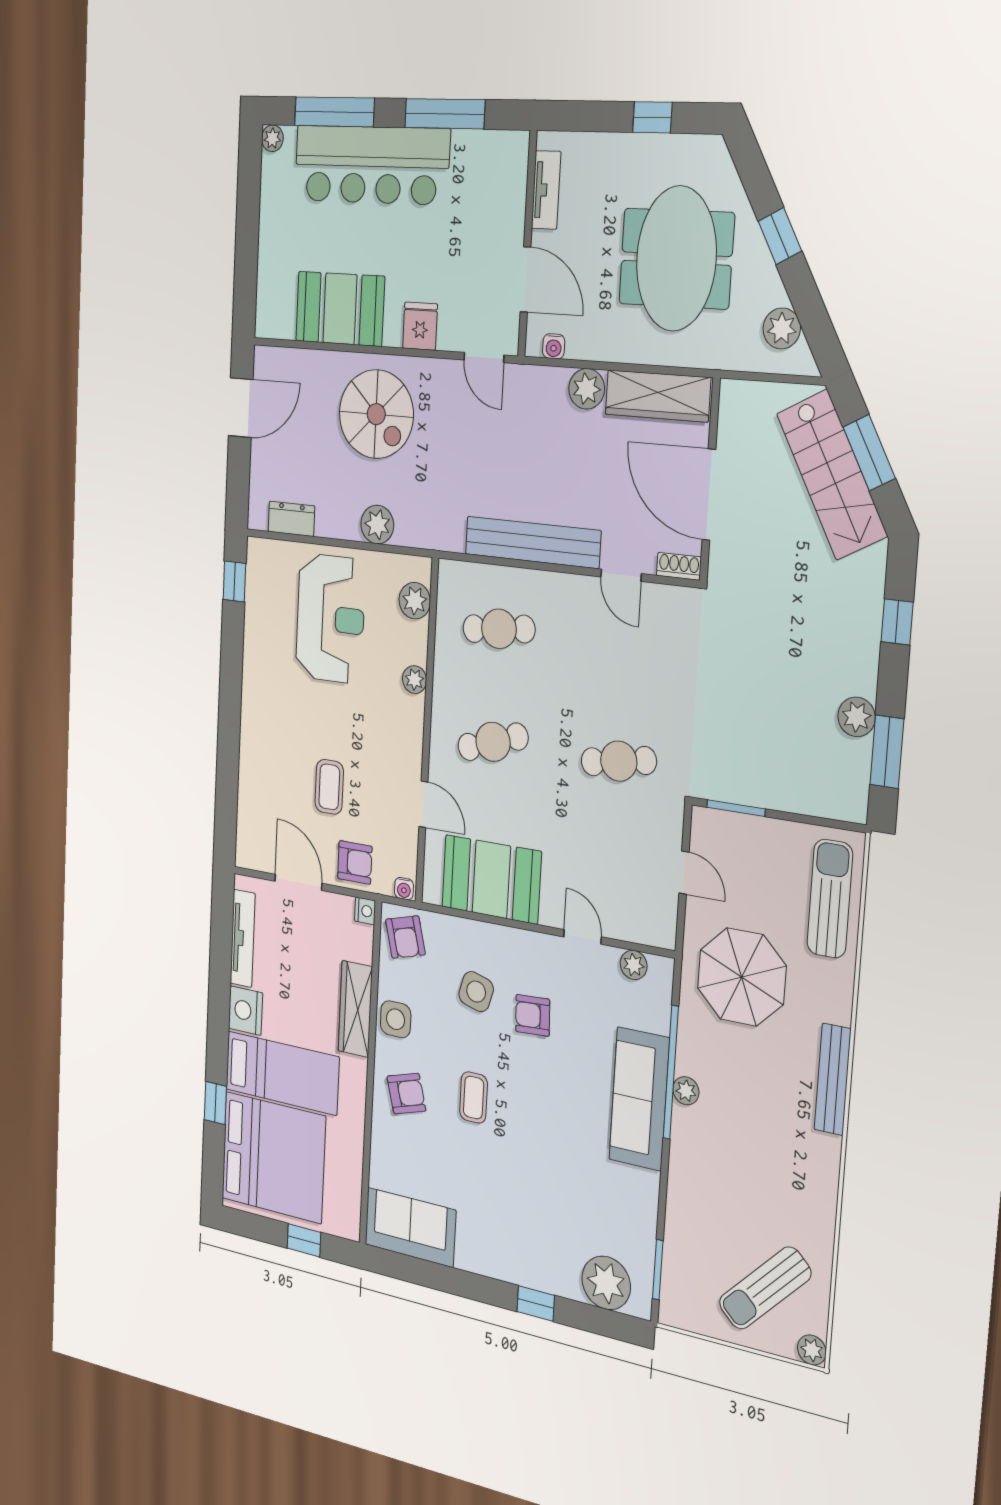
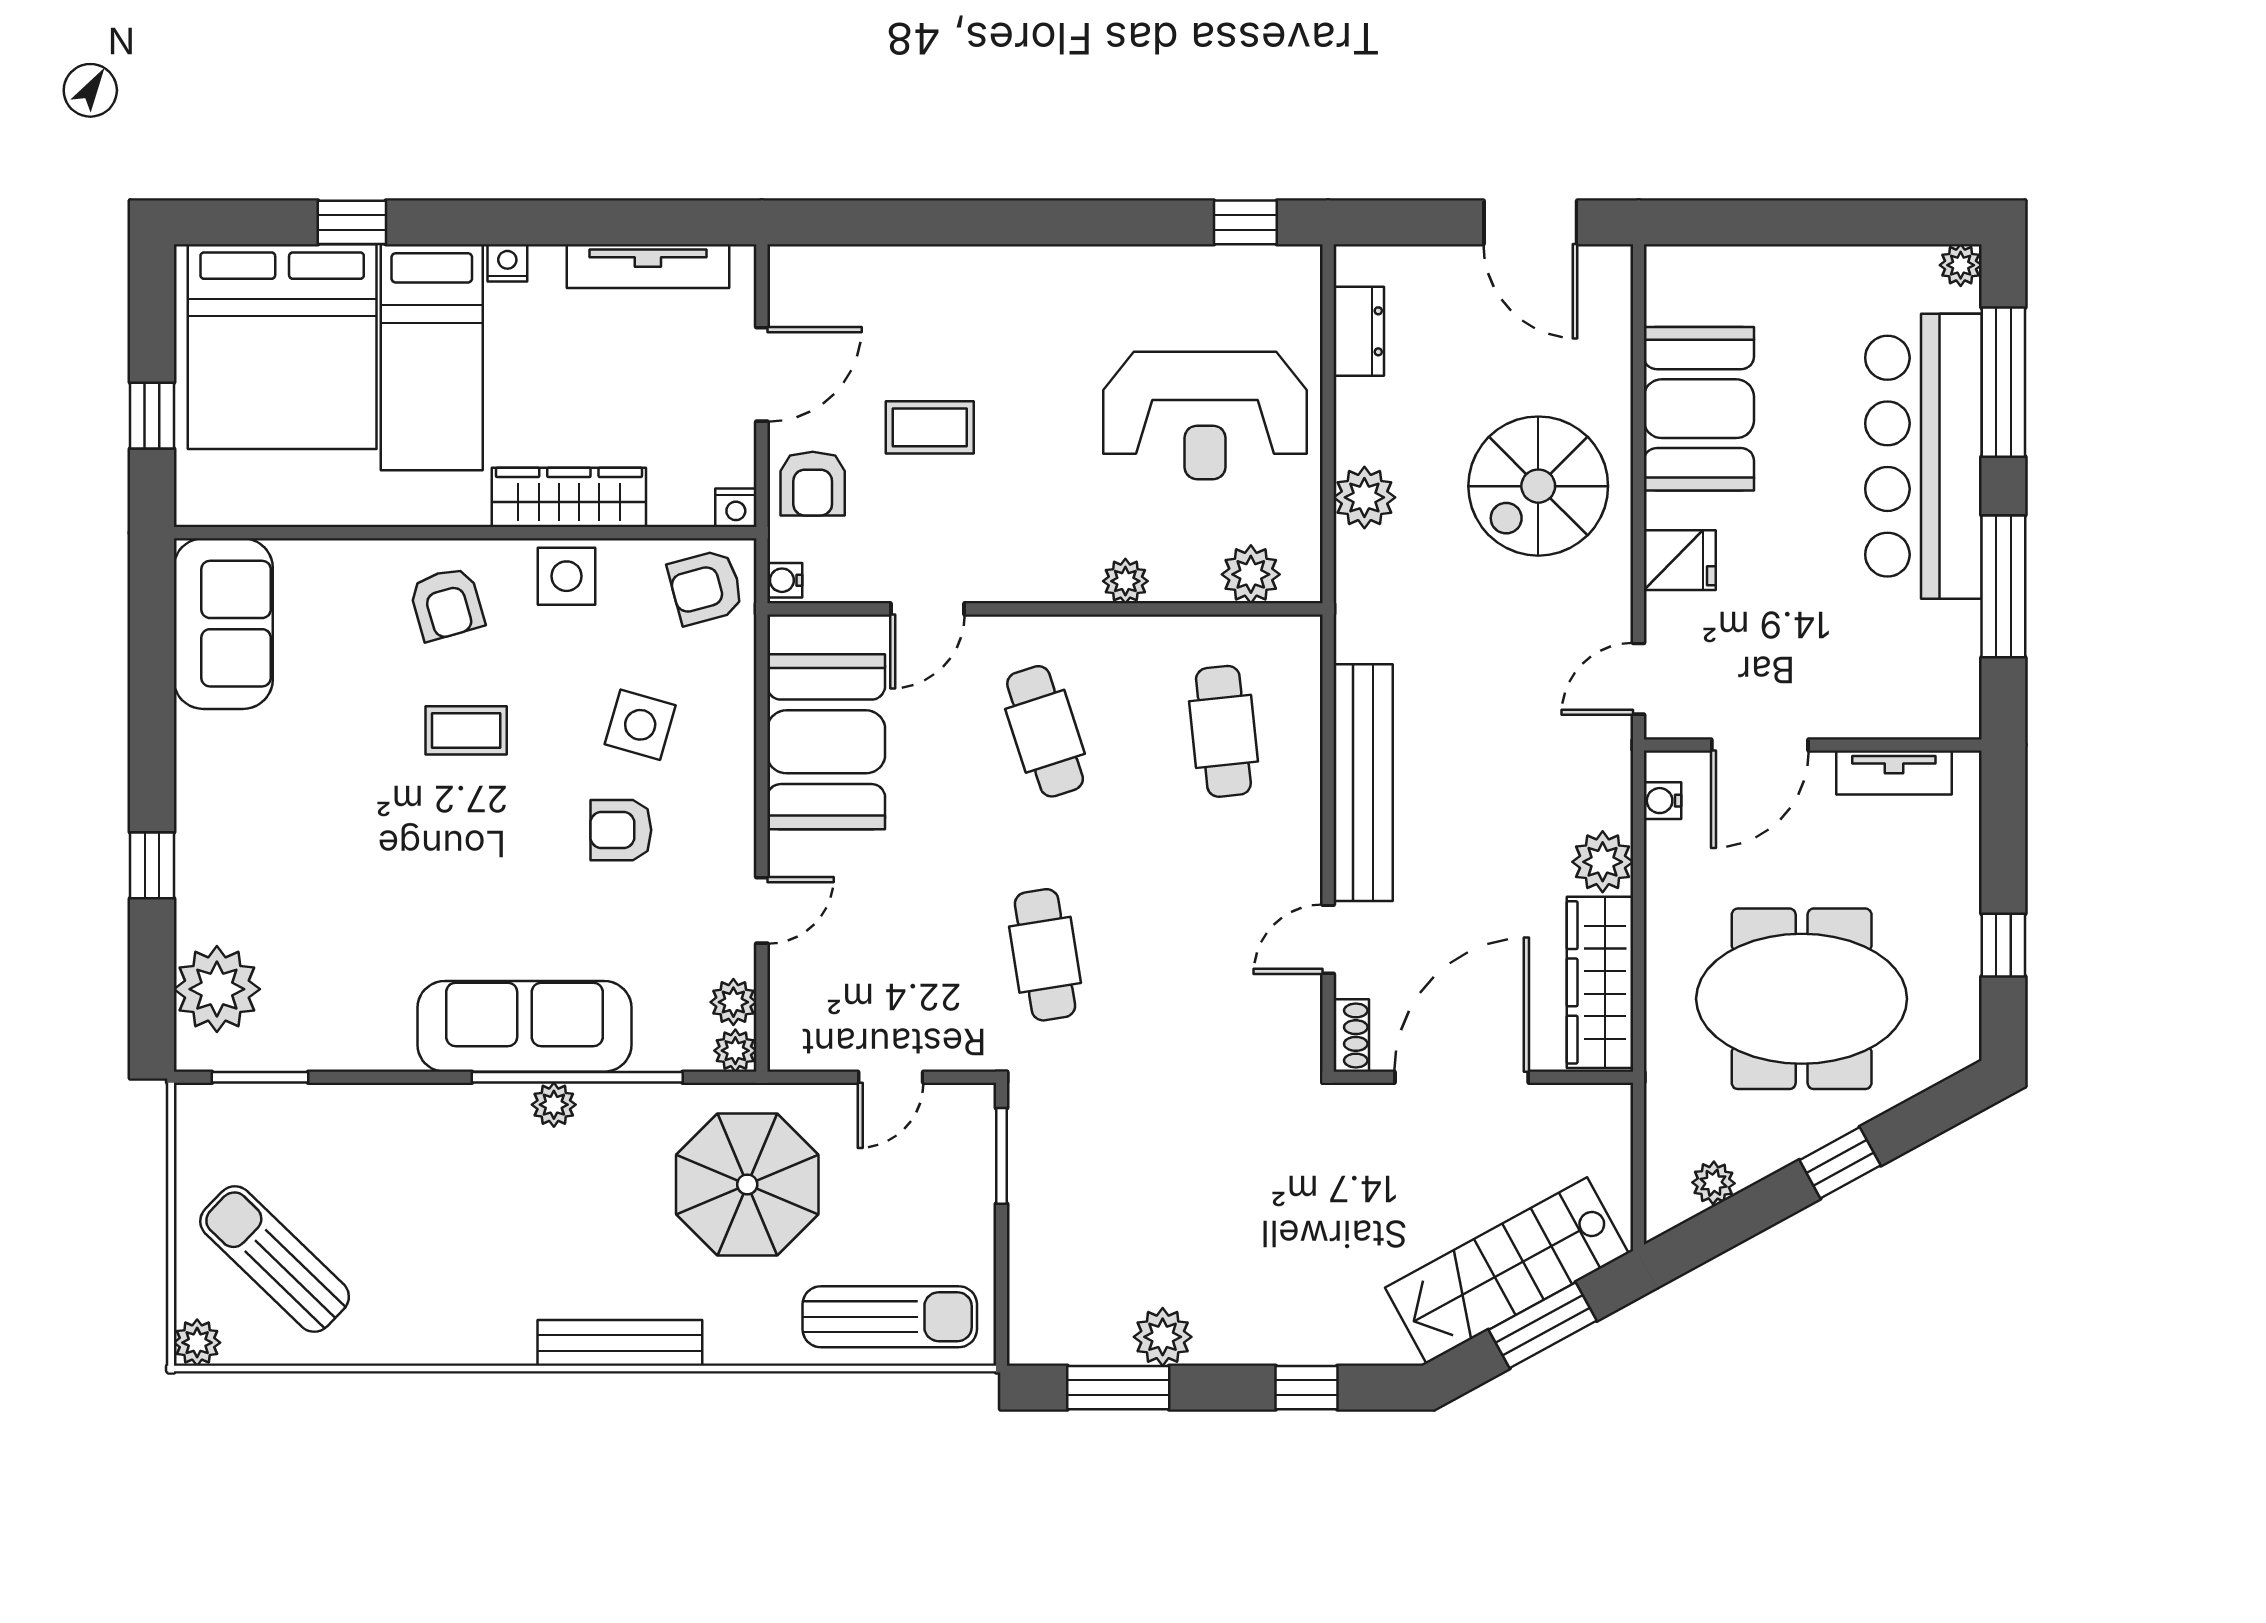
plant: (782, 328) -> (1713, 1183), width x0.73, depth x0.73
plant: (662, 969) -> (735, 1051), added
nightstand: (245, 1011) -> (507, 263), width x0.53, depth x0.56
armchair: (533, 1015) -> (621, 830), turned -87

